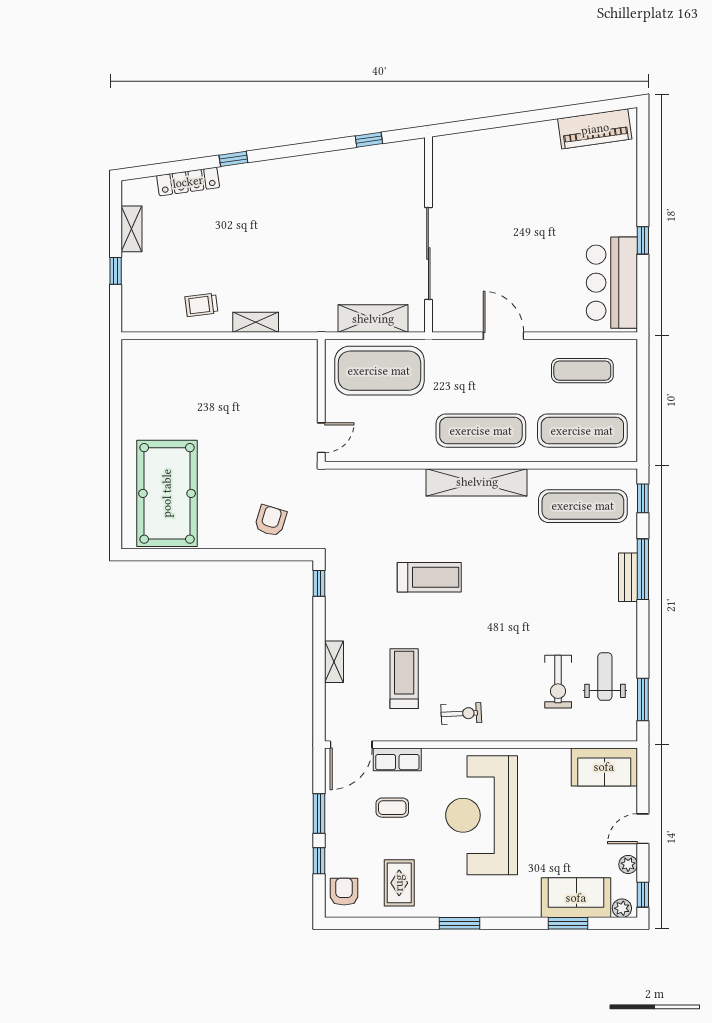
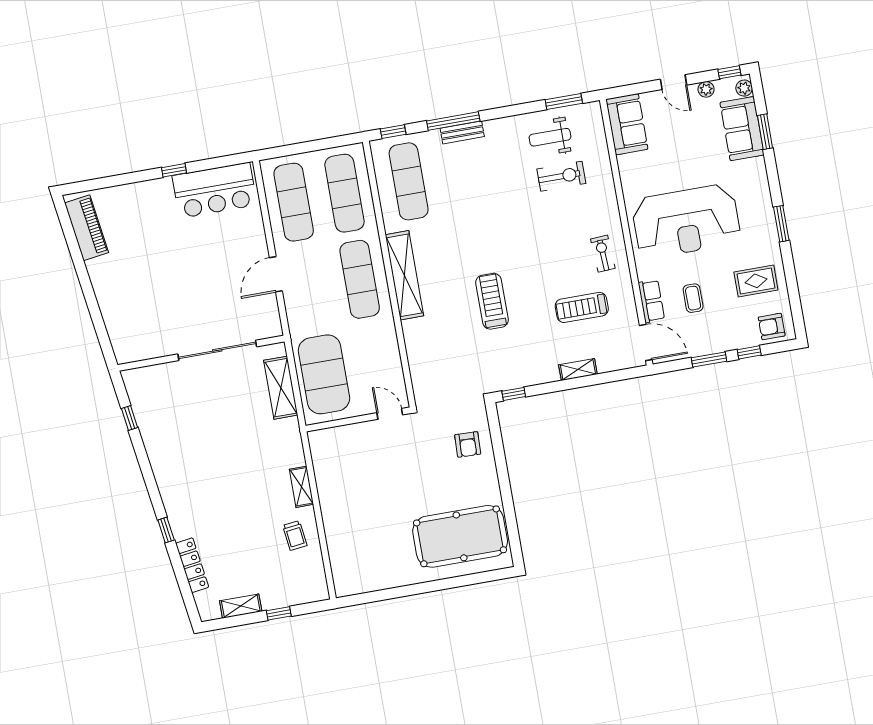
exercise mat: (582, 371) -> (294, 202), width x1.36, depth x1.45
armchair: (271, 521) -> (468, 444), turned -105

